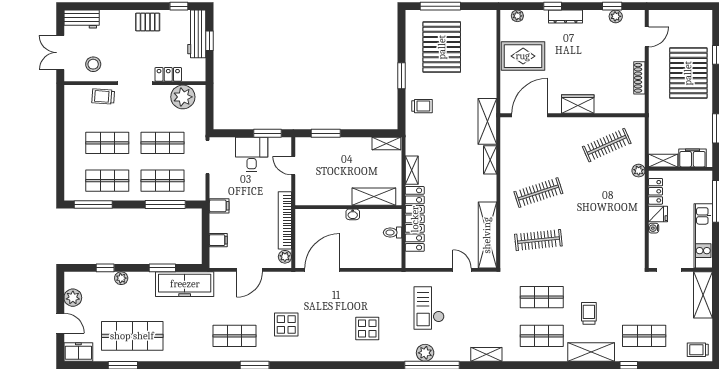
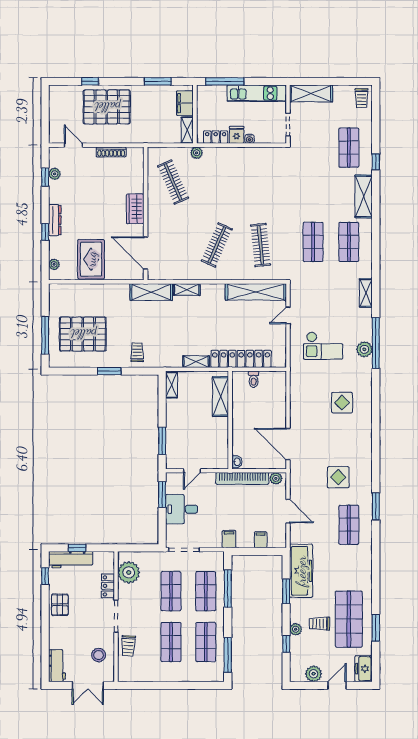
clothes rail: (538, 193) -> (217, 245), turned 42
washbasin: (353, 214) -> (237, 462), moved
trolley: (589, 313) -> (319, 624), moved

